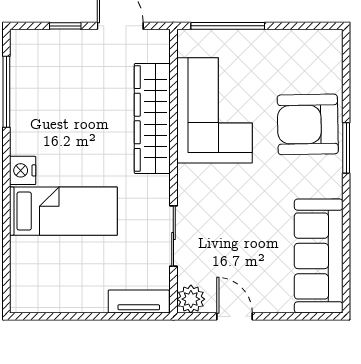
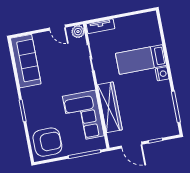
armchair: (308, 124) -> (47, 142), moved

